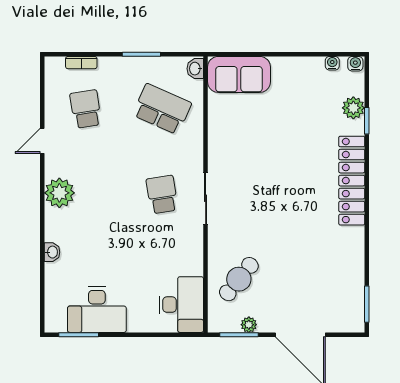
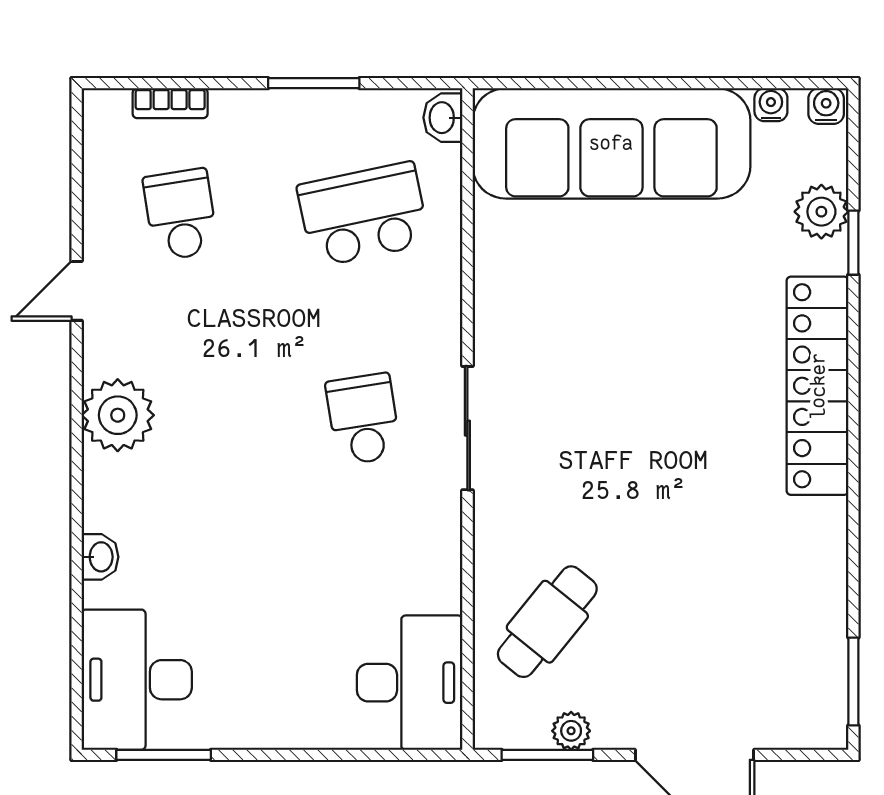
sofa: (239, 74) -> (611, 143), width x1.85, depth x1.27
school desk: (162, 109) -> (363, 214), turned -36
desk: (97, 310) -> (137, 680), moved, turned 90

